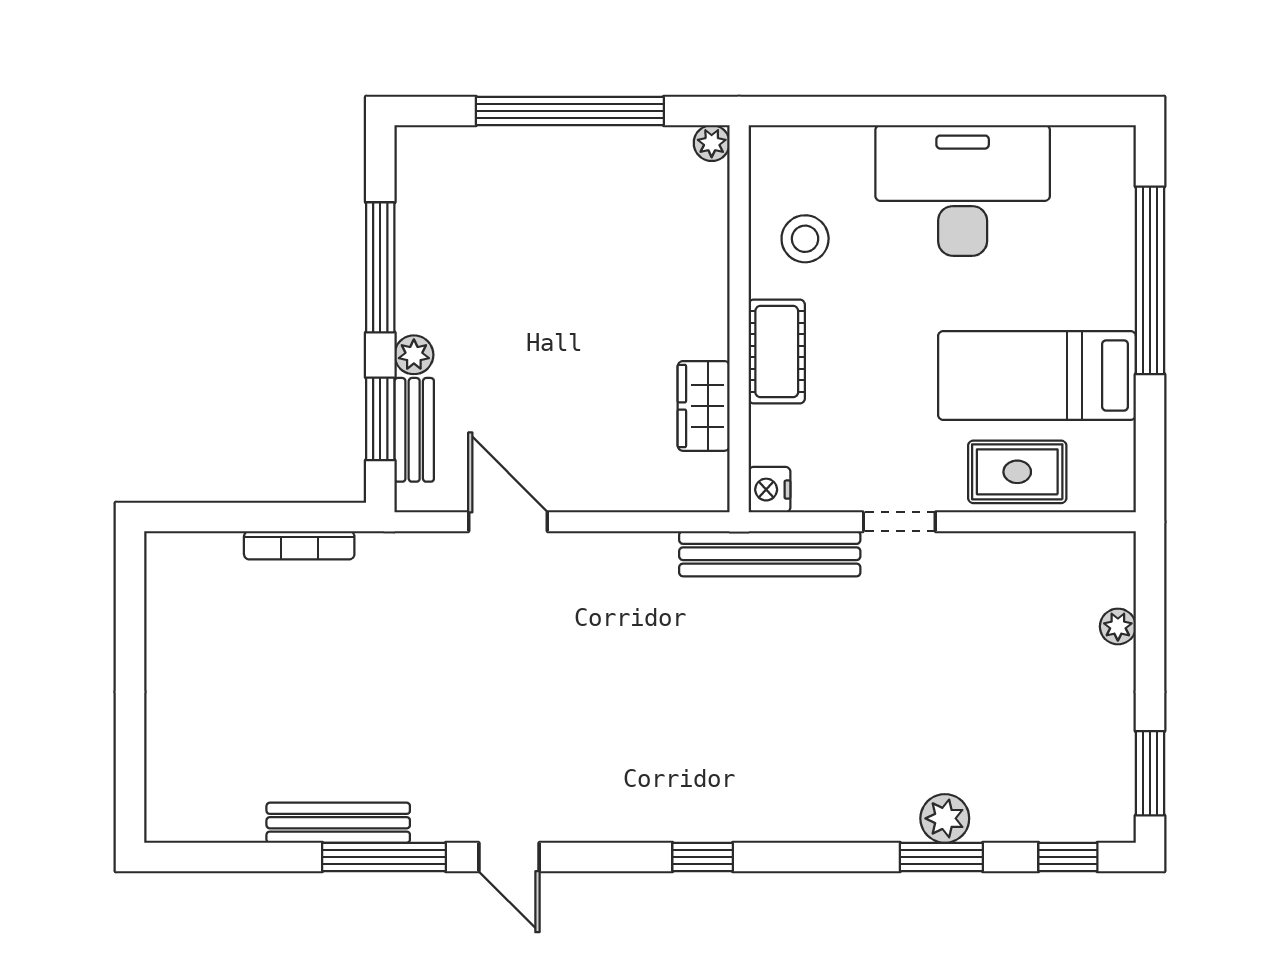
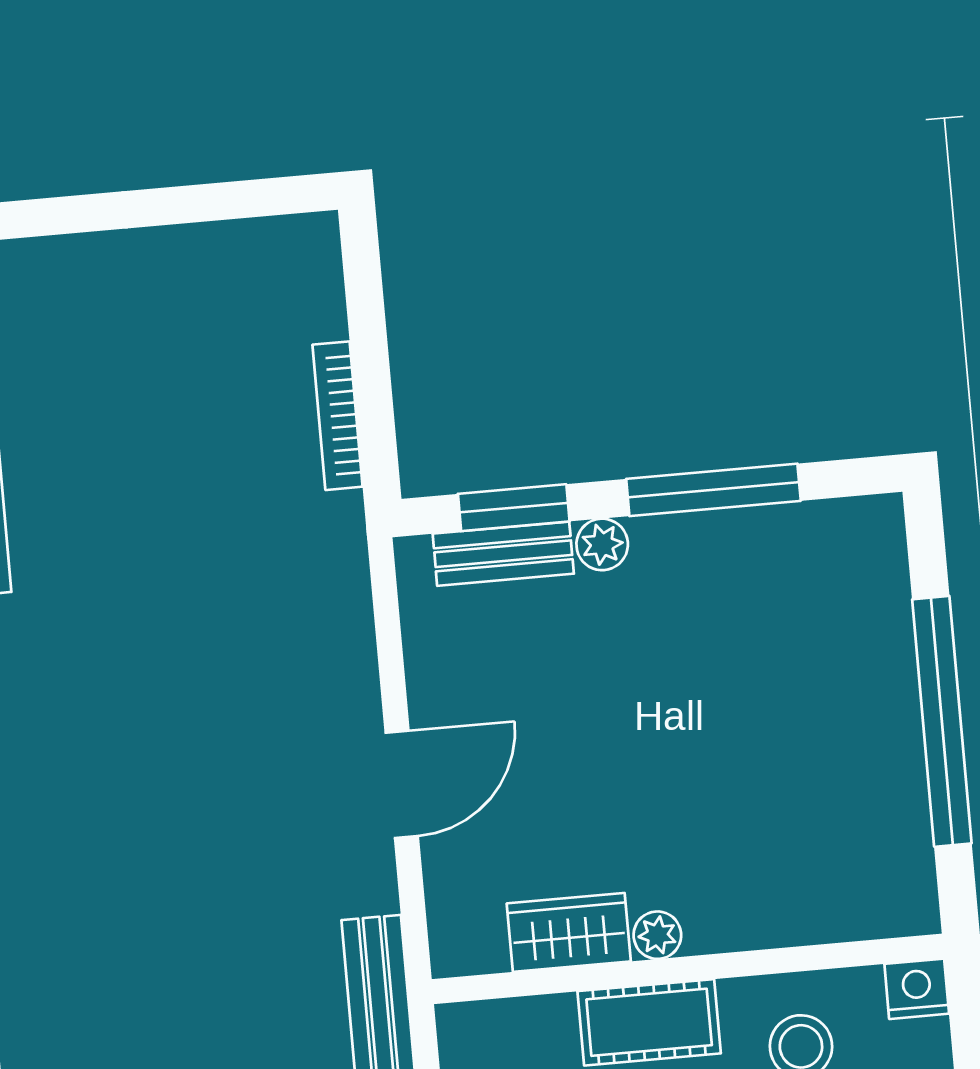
plant: (712, 143) -> (657, 935), moved
nightstand: (769, 490) -> (917, 989), moved
door: (508, 522) -> (402, 784), moved

